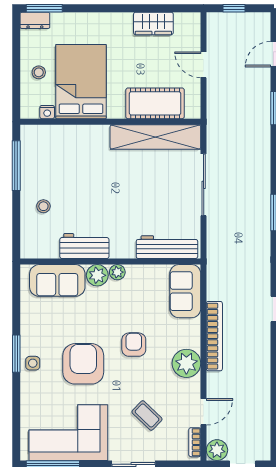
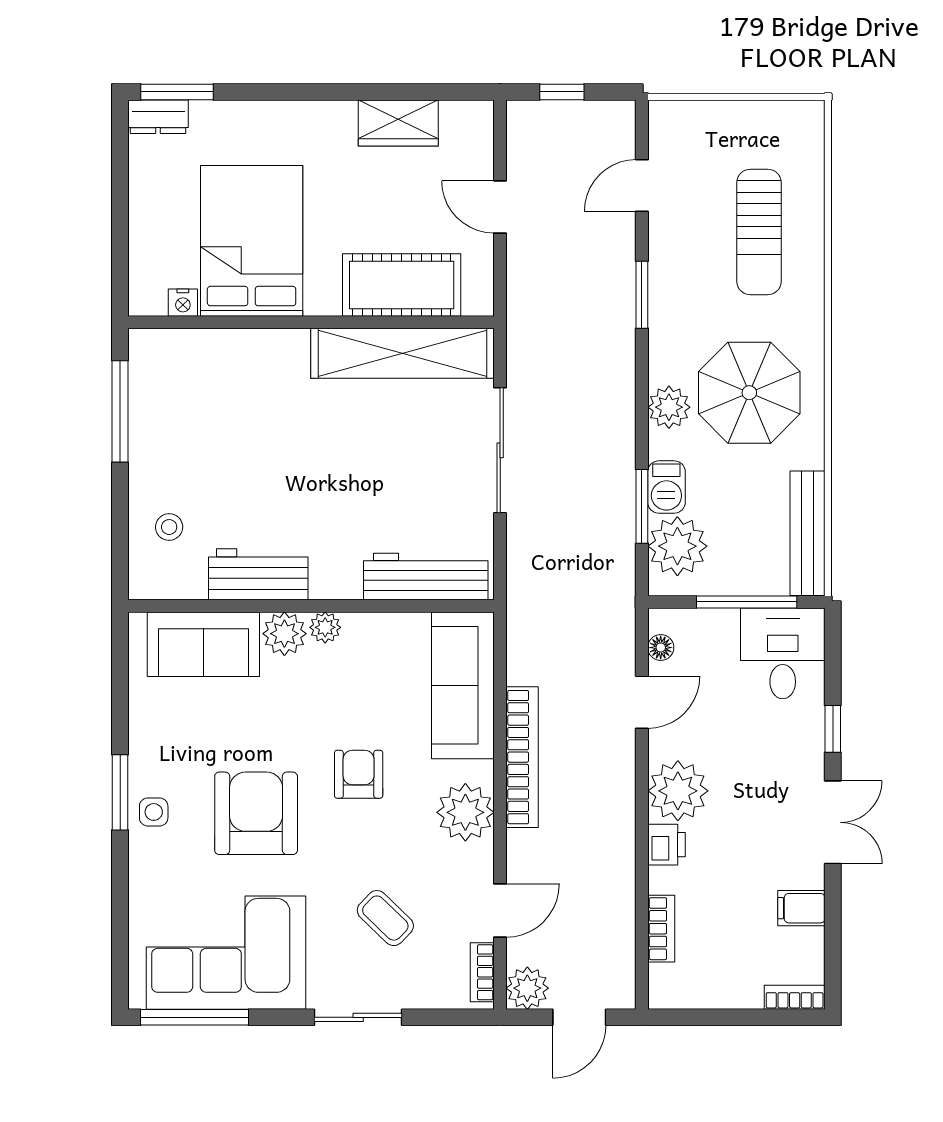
stool: (39, 72) -> (166, 222), removed
stool: (43, 206) -> (169, 527), moved
sofa: (185, 291) -> (463, 685), width x1.36

